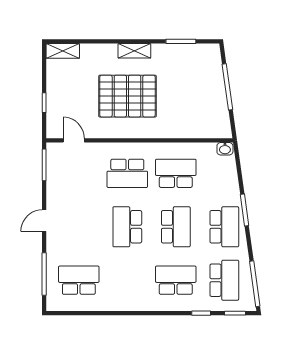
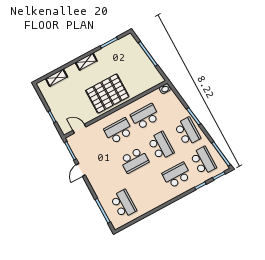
shelving: (63, 51) -> (56, 78), moved
pallet: (127, 96) -> (107, 94), moved
school desk: (127, 173) -> (118, 131), turned 180
door: (44, 221) -> (81, 170), moved
school desk: (127, 227) -> (134, 160), turned -90
school desk: (79, 280) -> (123, 204), turned 90

